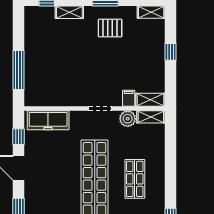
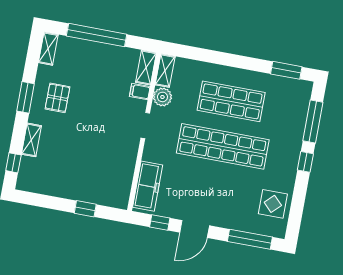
window: (171, 52) -> (97, 35), width x3.17
window: (18, 70) -> (85, 209), width x0.46
shop shelf: (135, 179) -> (231, 101), width x1.43, depth x1.36

